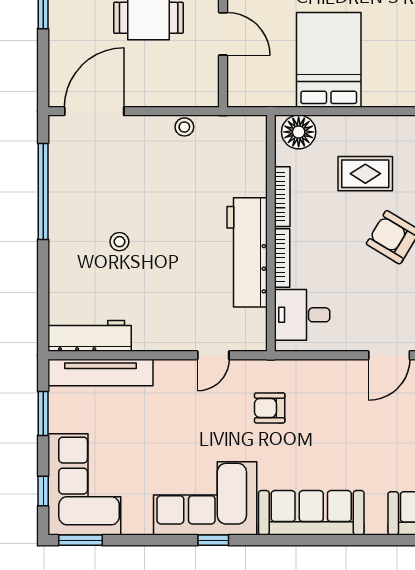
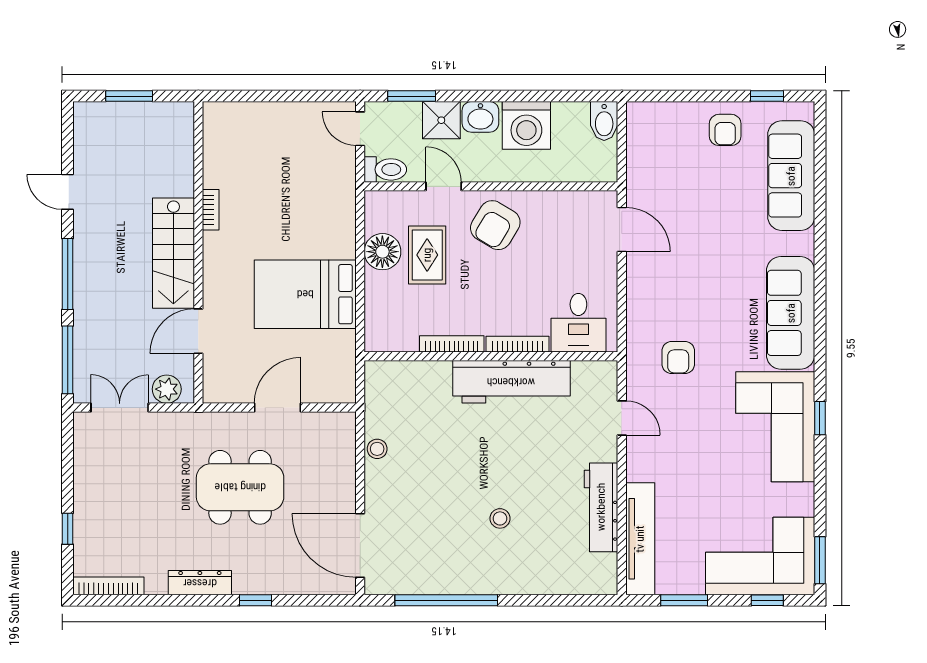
floor lamp: (299, 132) -> (382, 252), moved
workbench: (90, 336) -> (601, 507), moved

